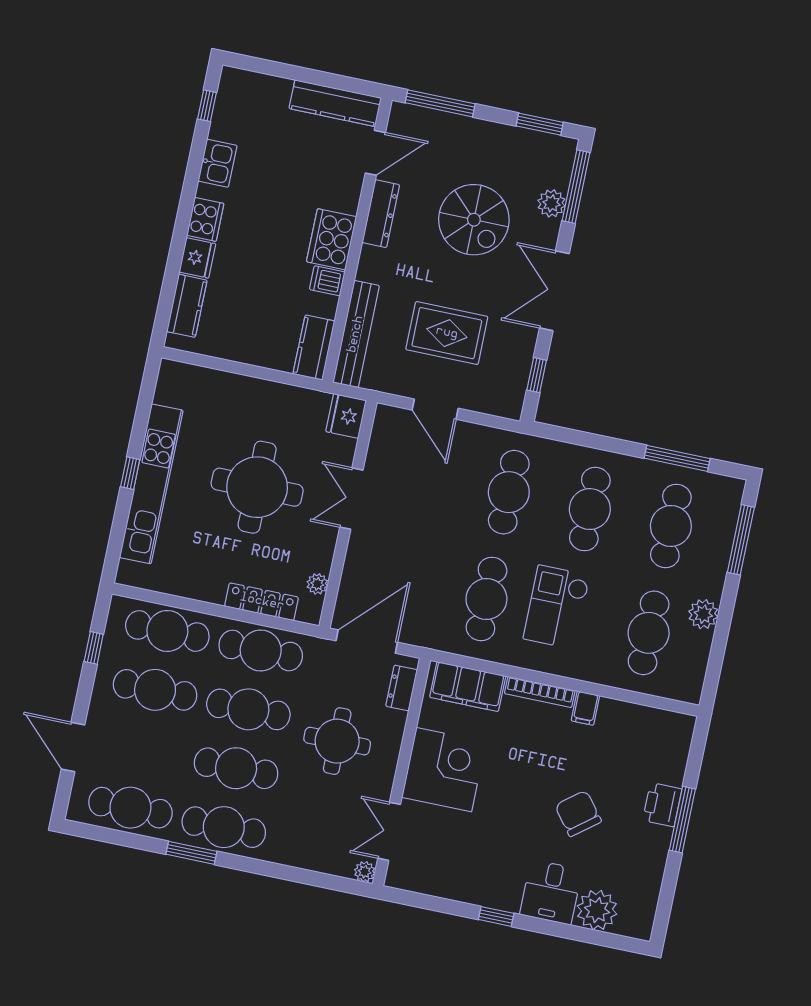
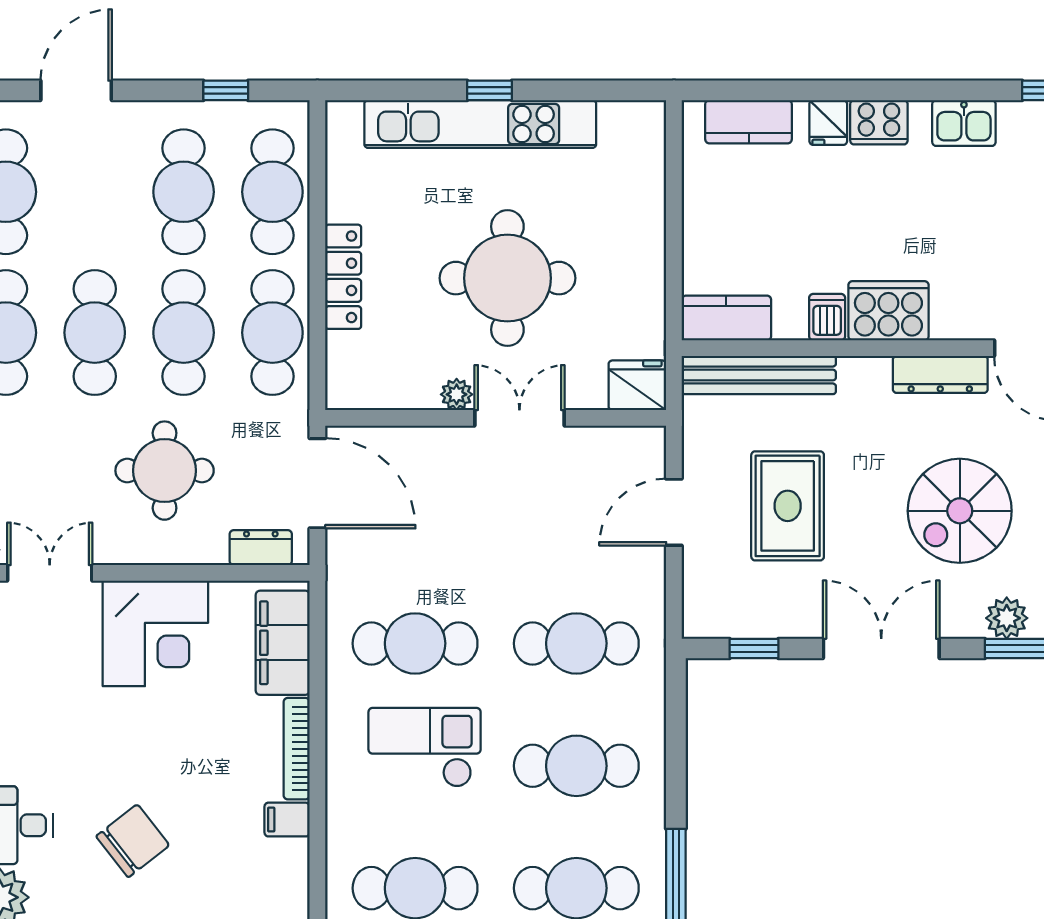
fridge: (197, 258) -> (828, 123), width x0.72
plant: (317, 584) -> (457, 394), moved
locker: (262, 602) -> (343, 277), moved

